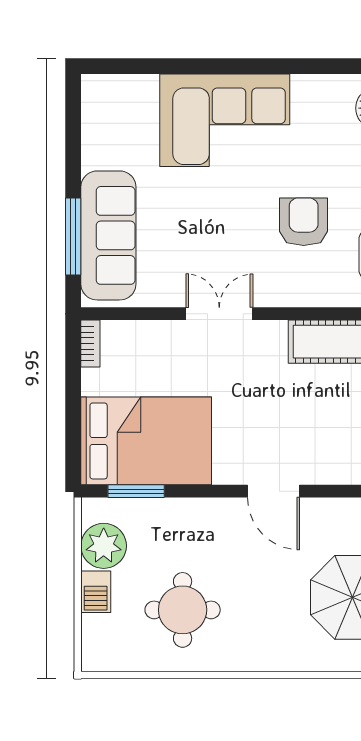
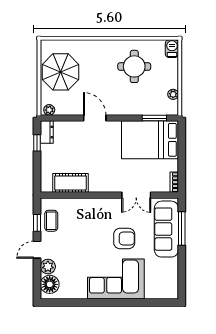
armchair: (304, 222) -> (124, 238), moved, turned -90
double door: (219, 314) -> (136, 195), moved
plant: (104, 546) -> (173, 94), width x0.53, depth x0.53
barbecue: (96, 592) -> (172, 49), moved

